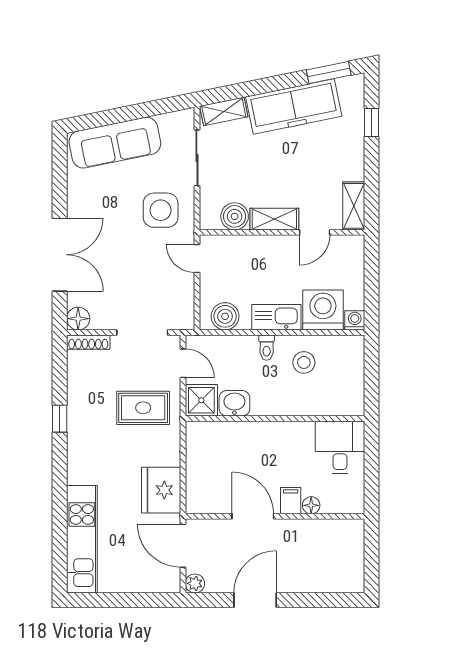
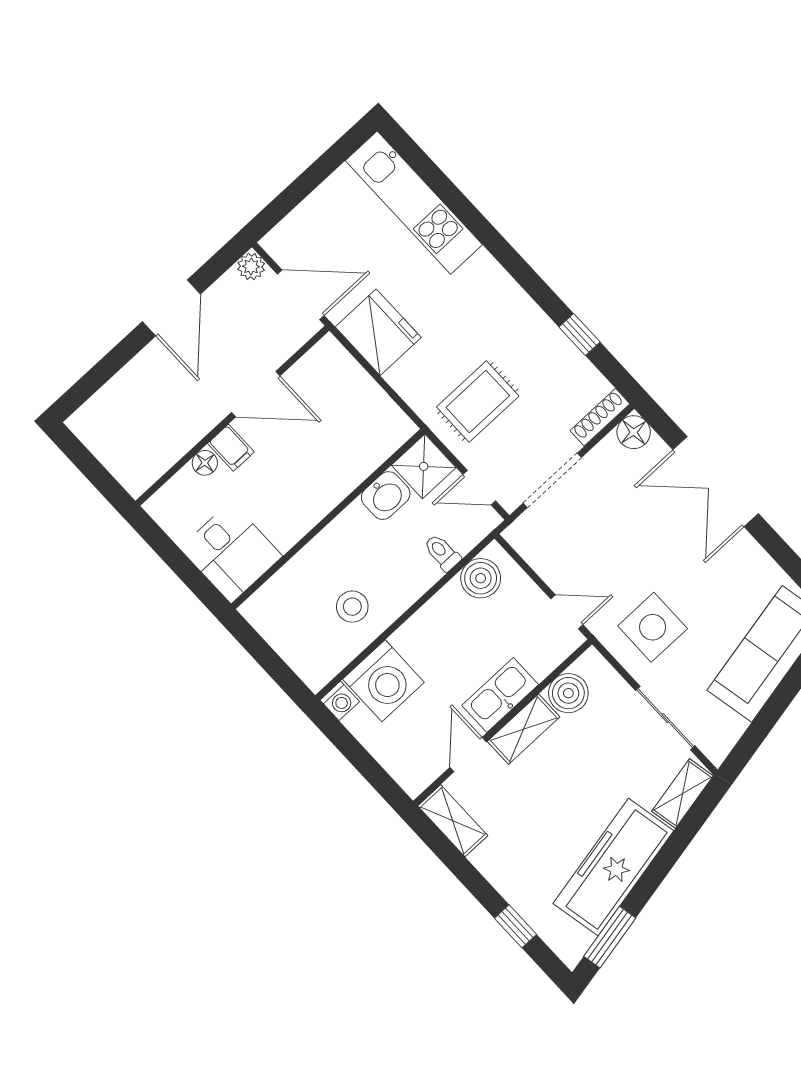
kitchen sink: (276, 317) -> (500, 695), moved, turned 180
toilet: (267, 348) -> (442, 553), moved
window: (60, 419) -> (579, 335), moved

